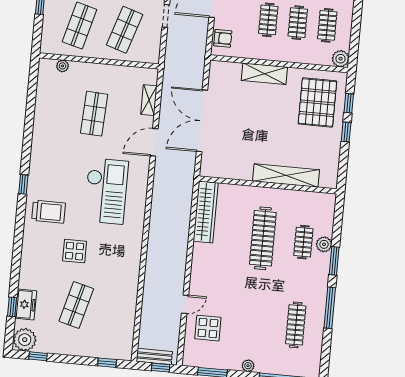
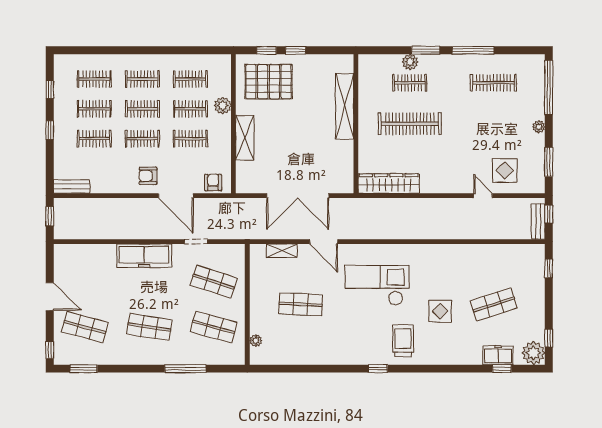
plant: (341, 59) -> (223, 106), moved
shop shelf: (76, 305) -> (494, 304), turned -33

